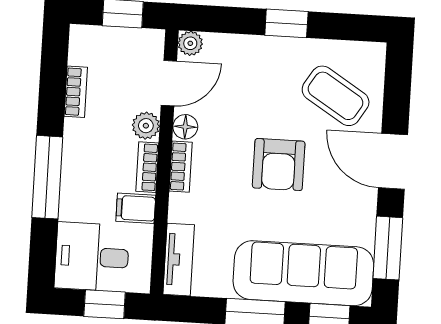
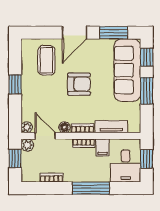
coffee table: (336, 96) -> (46, 60), turned -32
plant: (146, 126) -> (27, 145), moved
tv unit: (179, 260) -> (111, 127), moved

